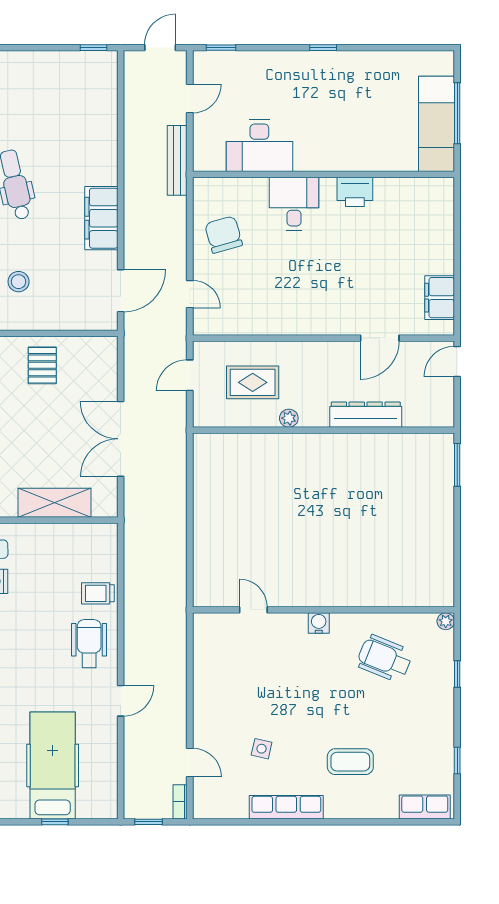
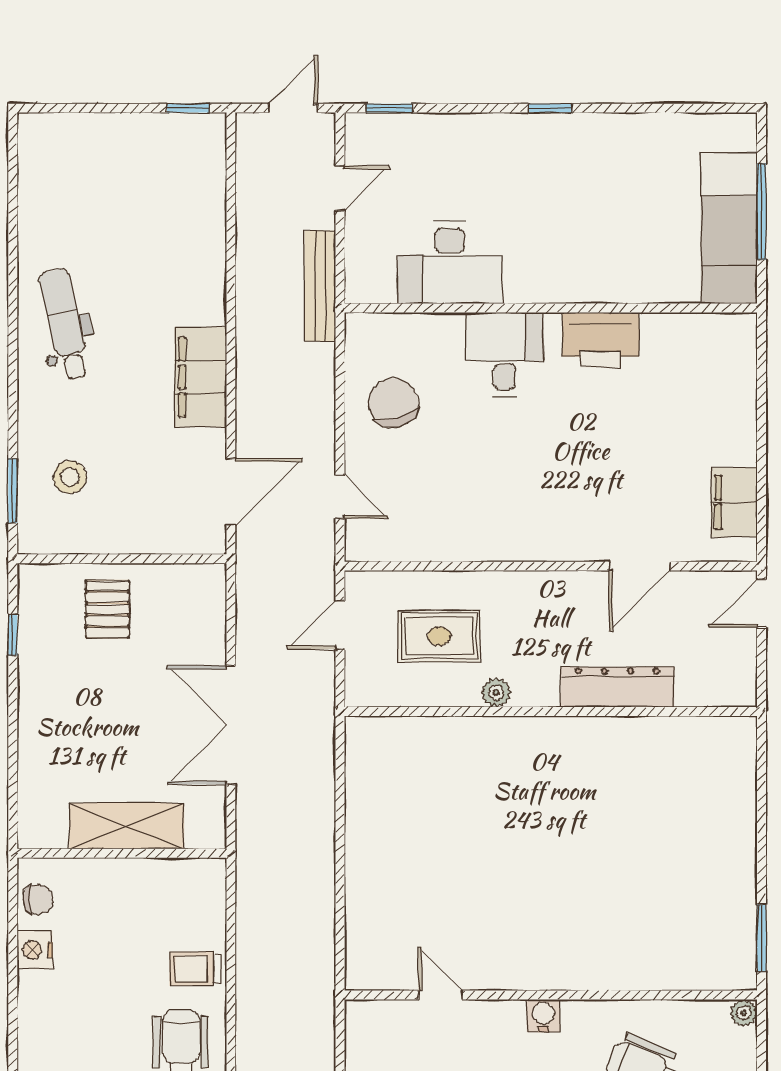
printer: (355, 192) -> (600, 340), width x1.37, depth x1.19
window: (457, 465) -> (762, 938), moved

